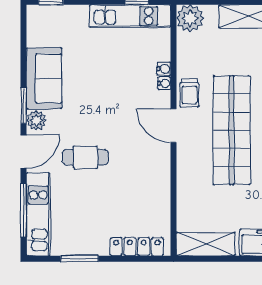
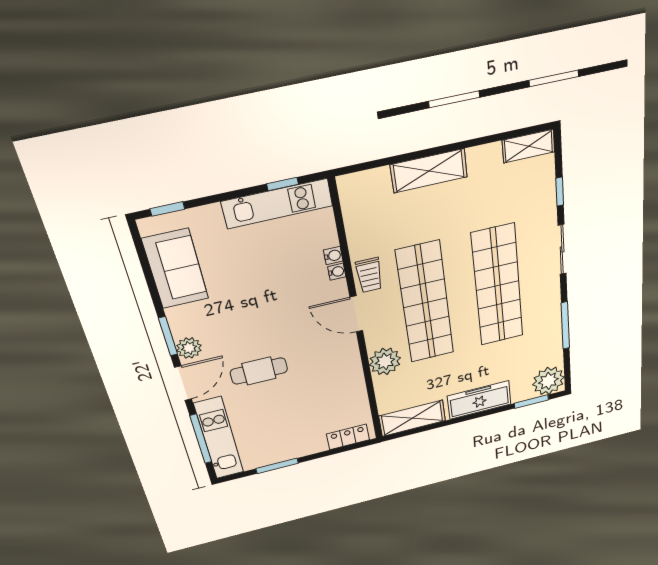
plant: (190, 18) -> (385, 361), moved
sofa: (44, 78) -> (176, 269), moved
locker: (137, 247) -> (348, 437), width x0.66

